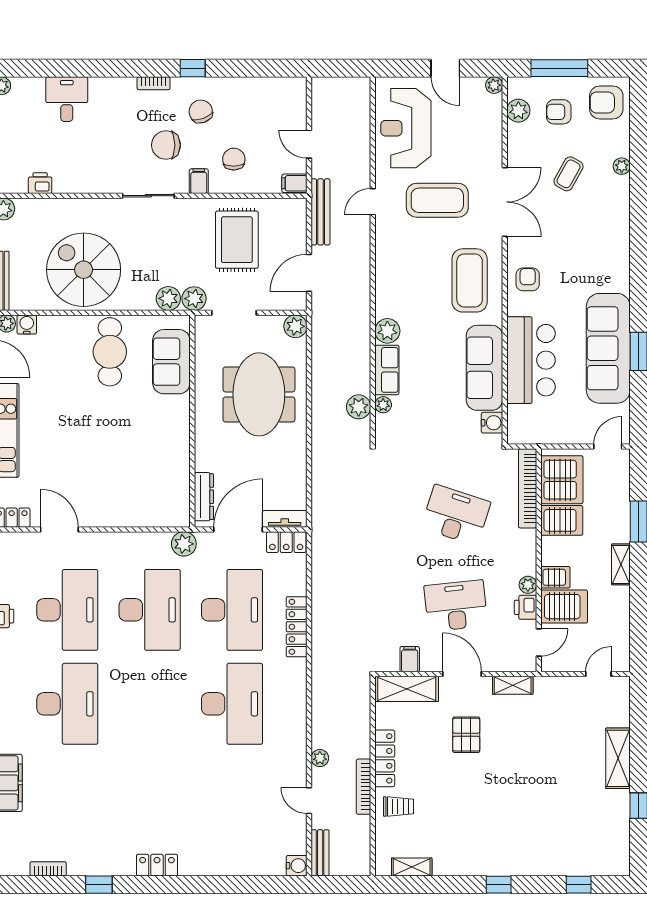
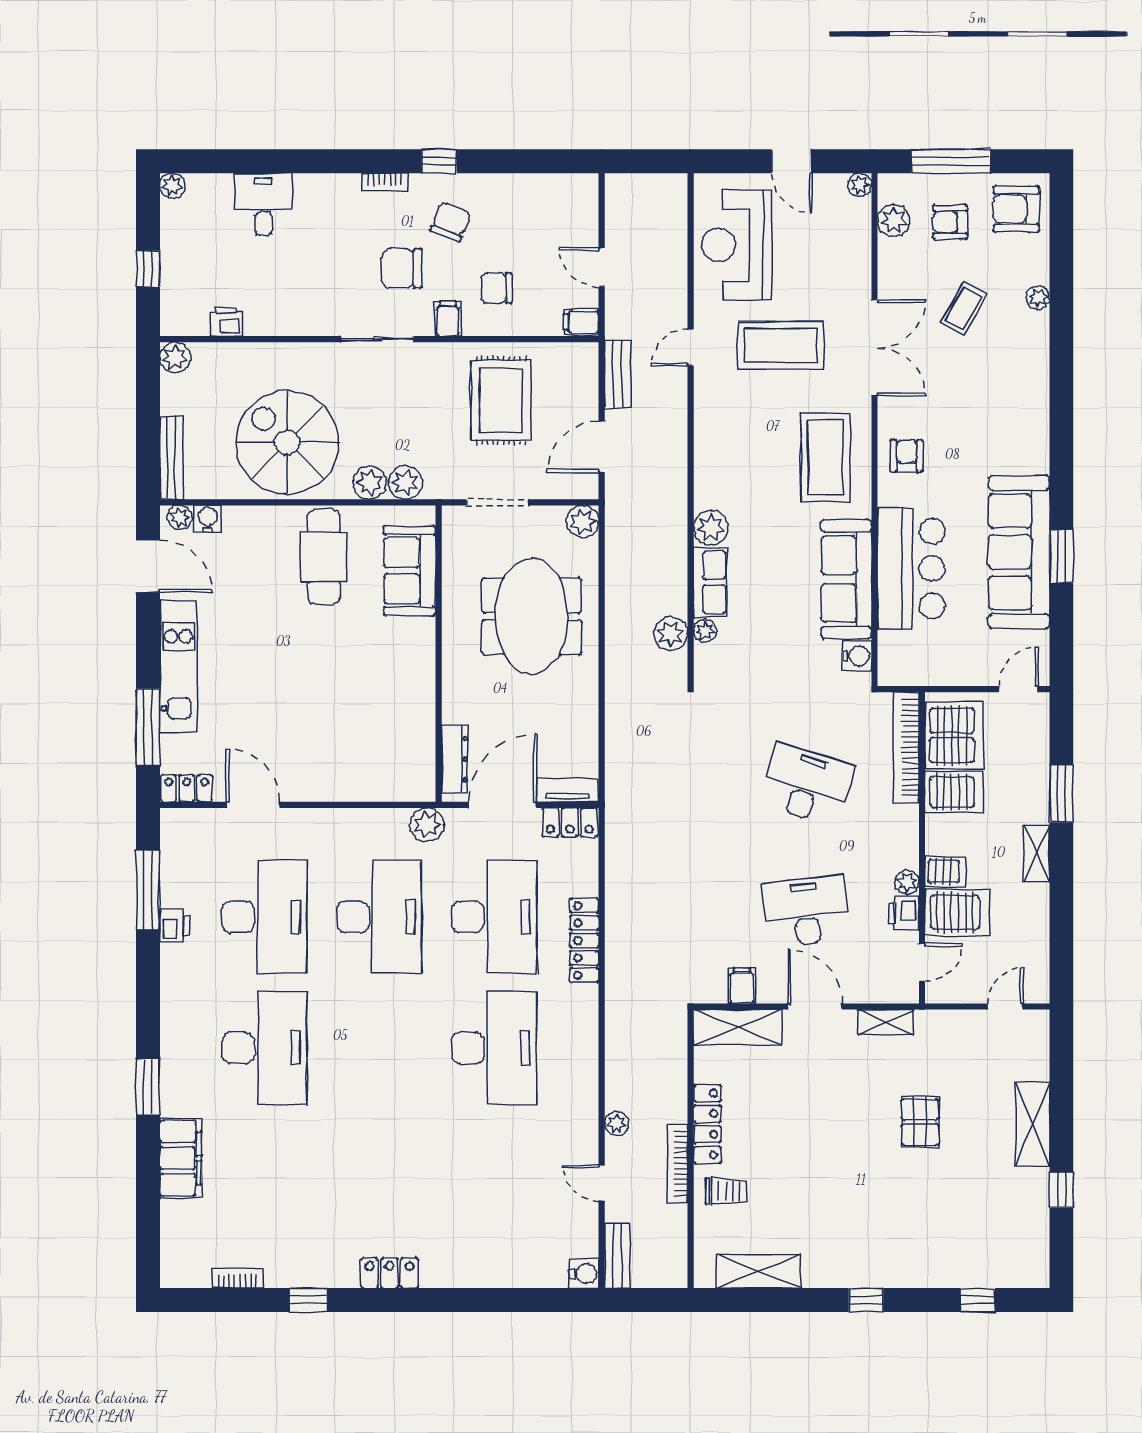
chair: (201, 111) -> (451, 222), turned 41
chair: (234, 159) -> (497, 288), turned -89
bench: (321, 212) -> (618, 374), width x0.73
plant: (194, 299) -> (369, 483), moved
pallet: (466, 735) -> (920, 1122), moved
shelving: (412, 867) -> (759, 1271), width x1.50, depth x1.33

